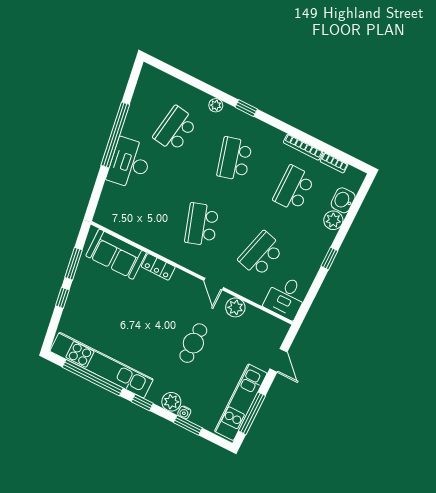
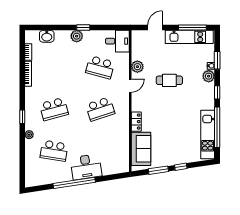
school desk: (294, 188) -> (54, 67), removed
plant: (333, 220) -> (77, 36), moved
kitchen unit: (102, 365) -> (208, 135), width x0.73

